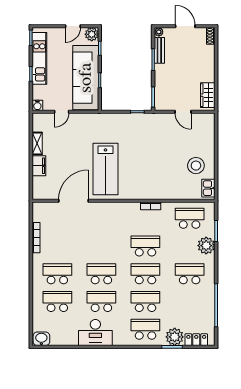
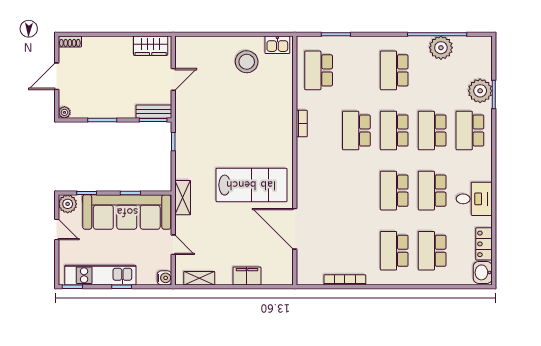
bench: (159, 50) -> (154, 112), moved
shelving: (96, 119) -> (183, 198), added
shelving: (37, 143) -> (199, 278), moved
plant: (206, 246) -> (441, 48), moved
desk: (95, 332) -> (474, 199), width x0.73
locker: (196, 340) -> (484, 244), moved

